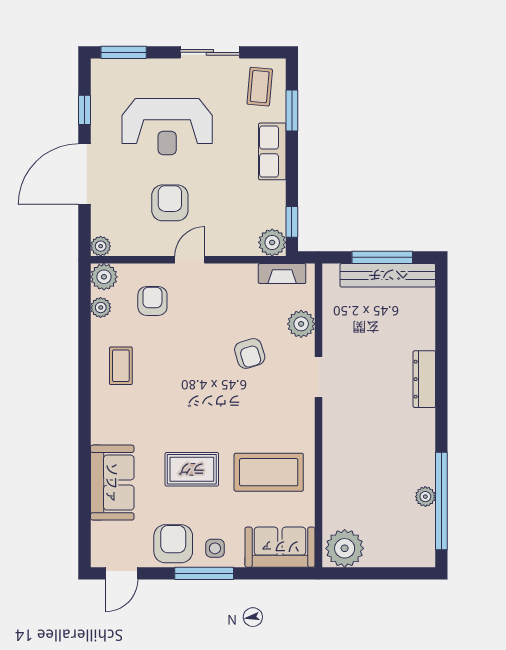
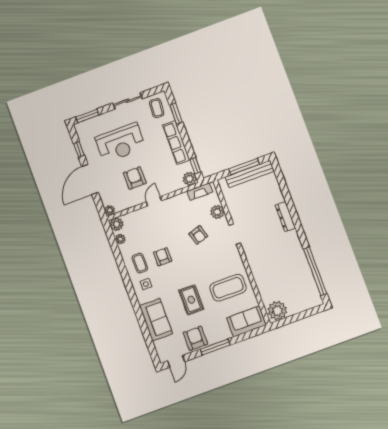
row of seats: (272, 151) -> (176, 142), width x1.48
armchair: (152, 301) -> (163, 257), moved
rug: (192, 469) -> (191, 300), turned 90
plant: (425, 497) -> (307, 272), removed
side table: (215, 548) -> (146, 284), moved

